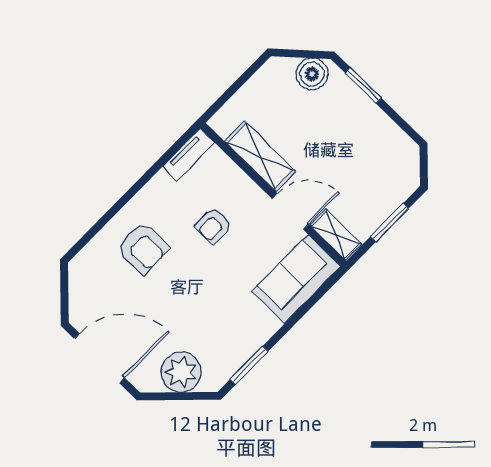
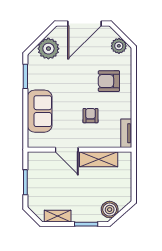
door: (290, 212) -> (67, 150), hinge flipped
shelving: (336, 235) -> (58, 216), moved
sofa: (296, 279) -> (40, 111), moved
plant: (83, 283) -> (119, 46), added

